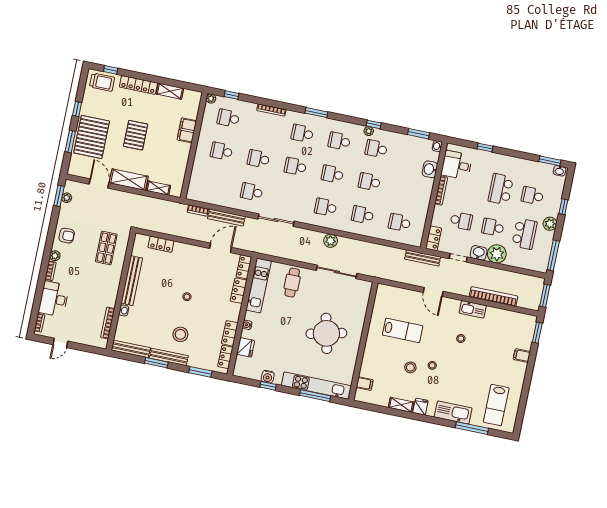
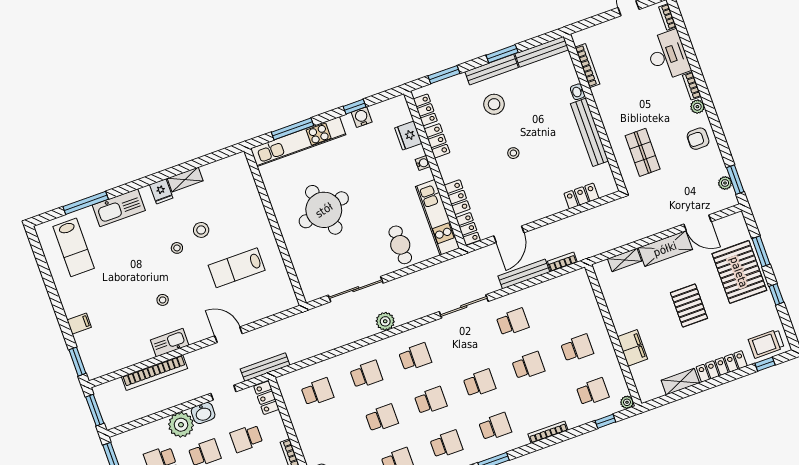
filing cabinet: (365, 384) -> (243, 178), removed
lab bench: (496, 405) -> (74, 247), turned 180

